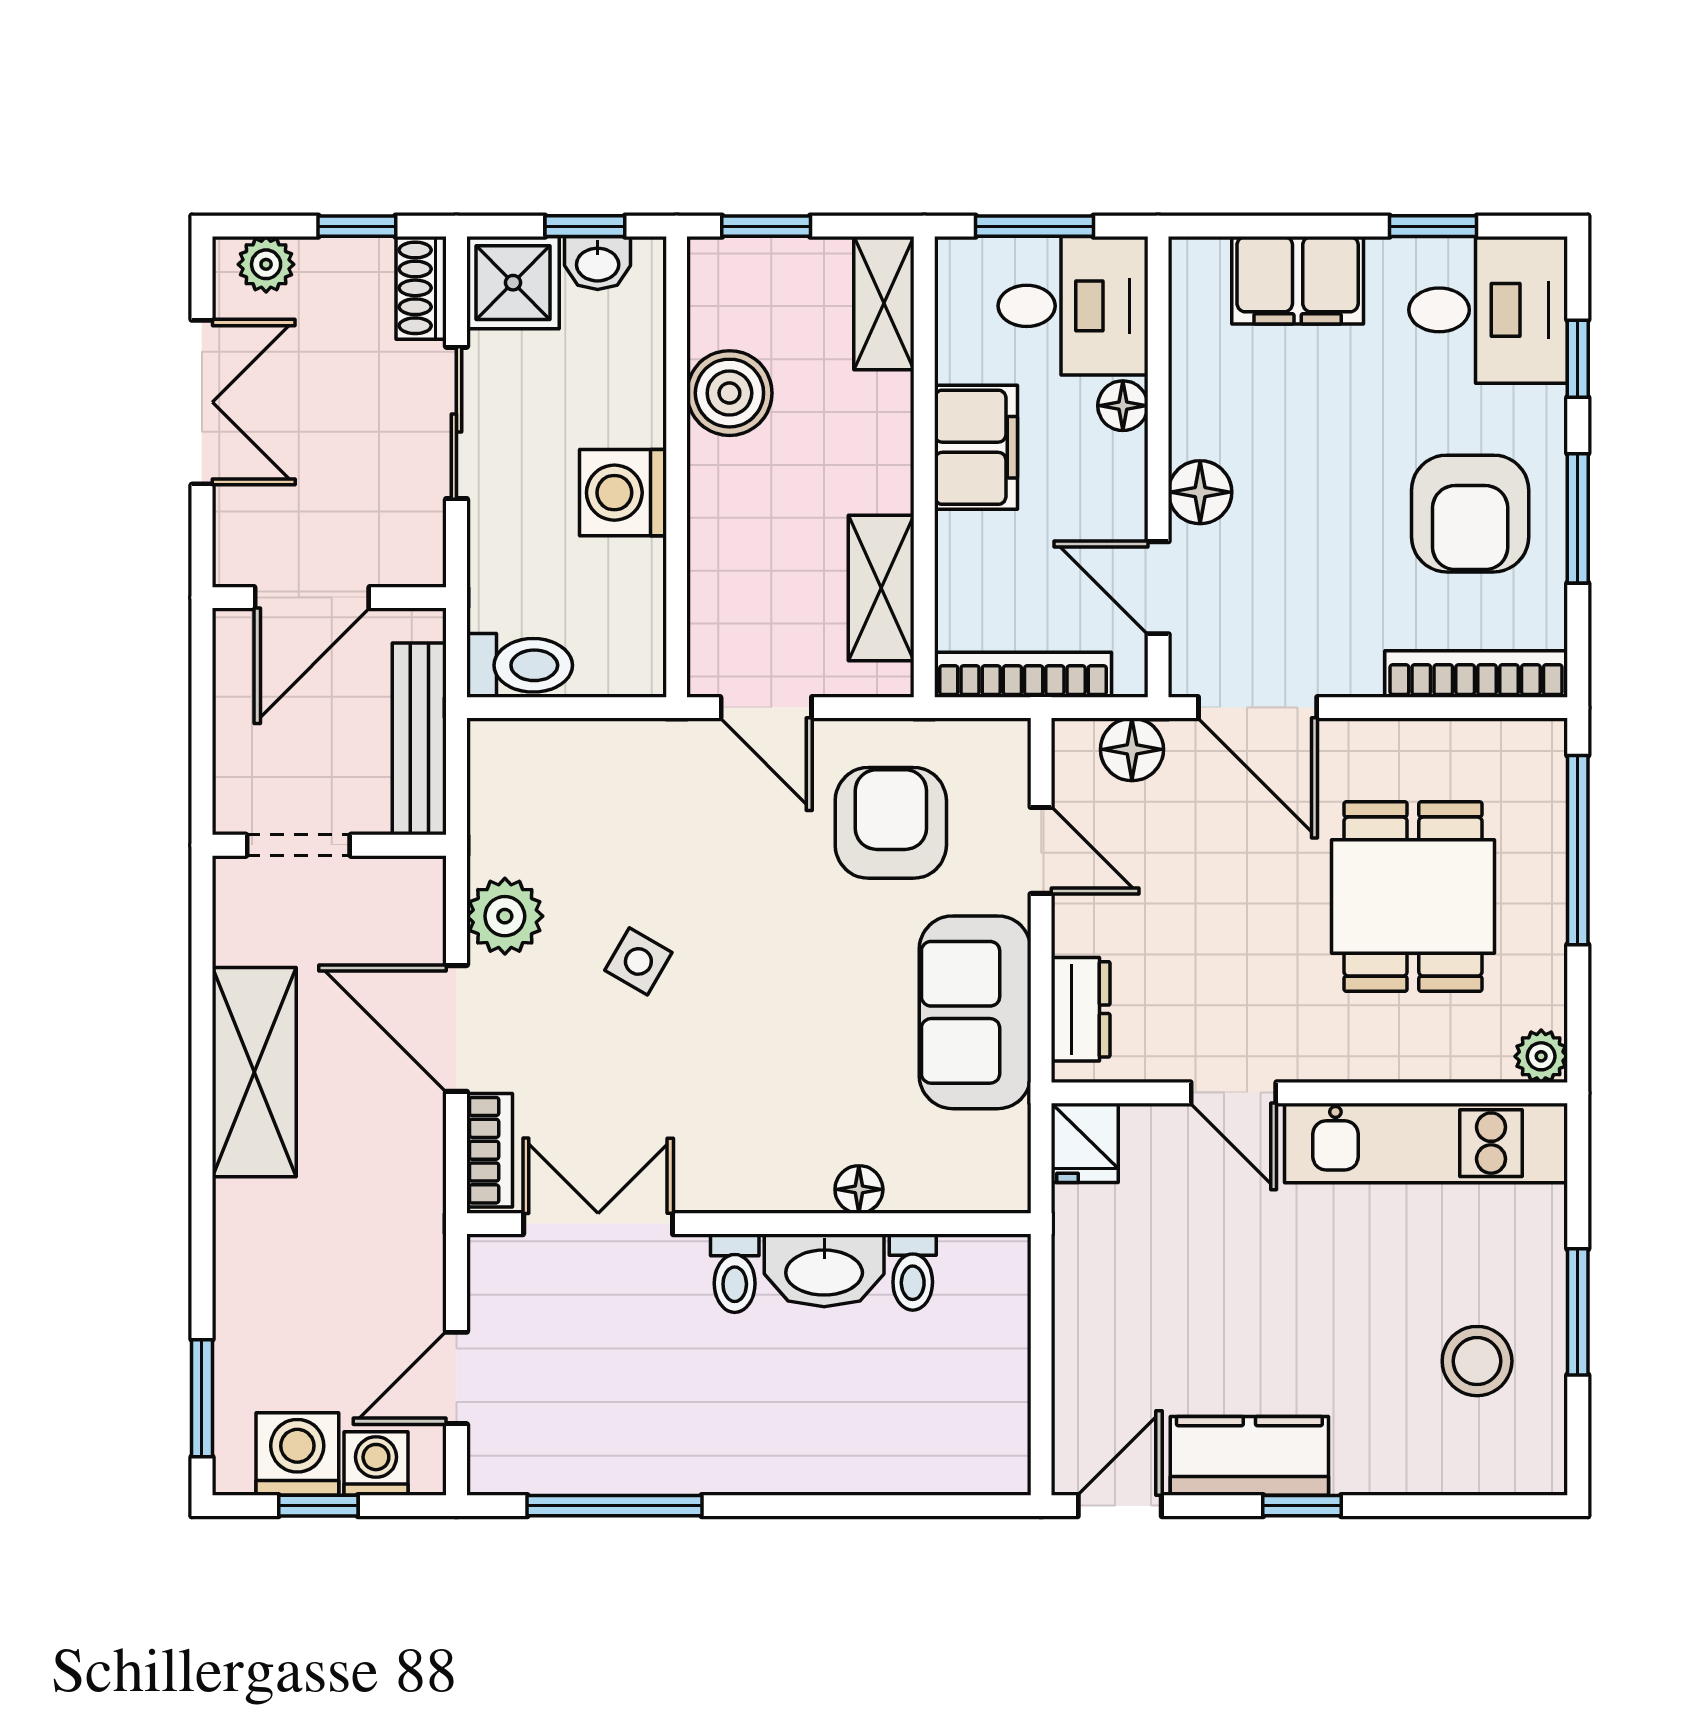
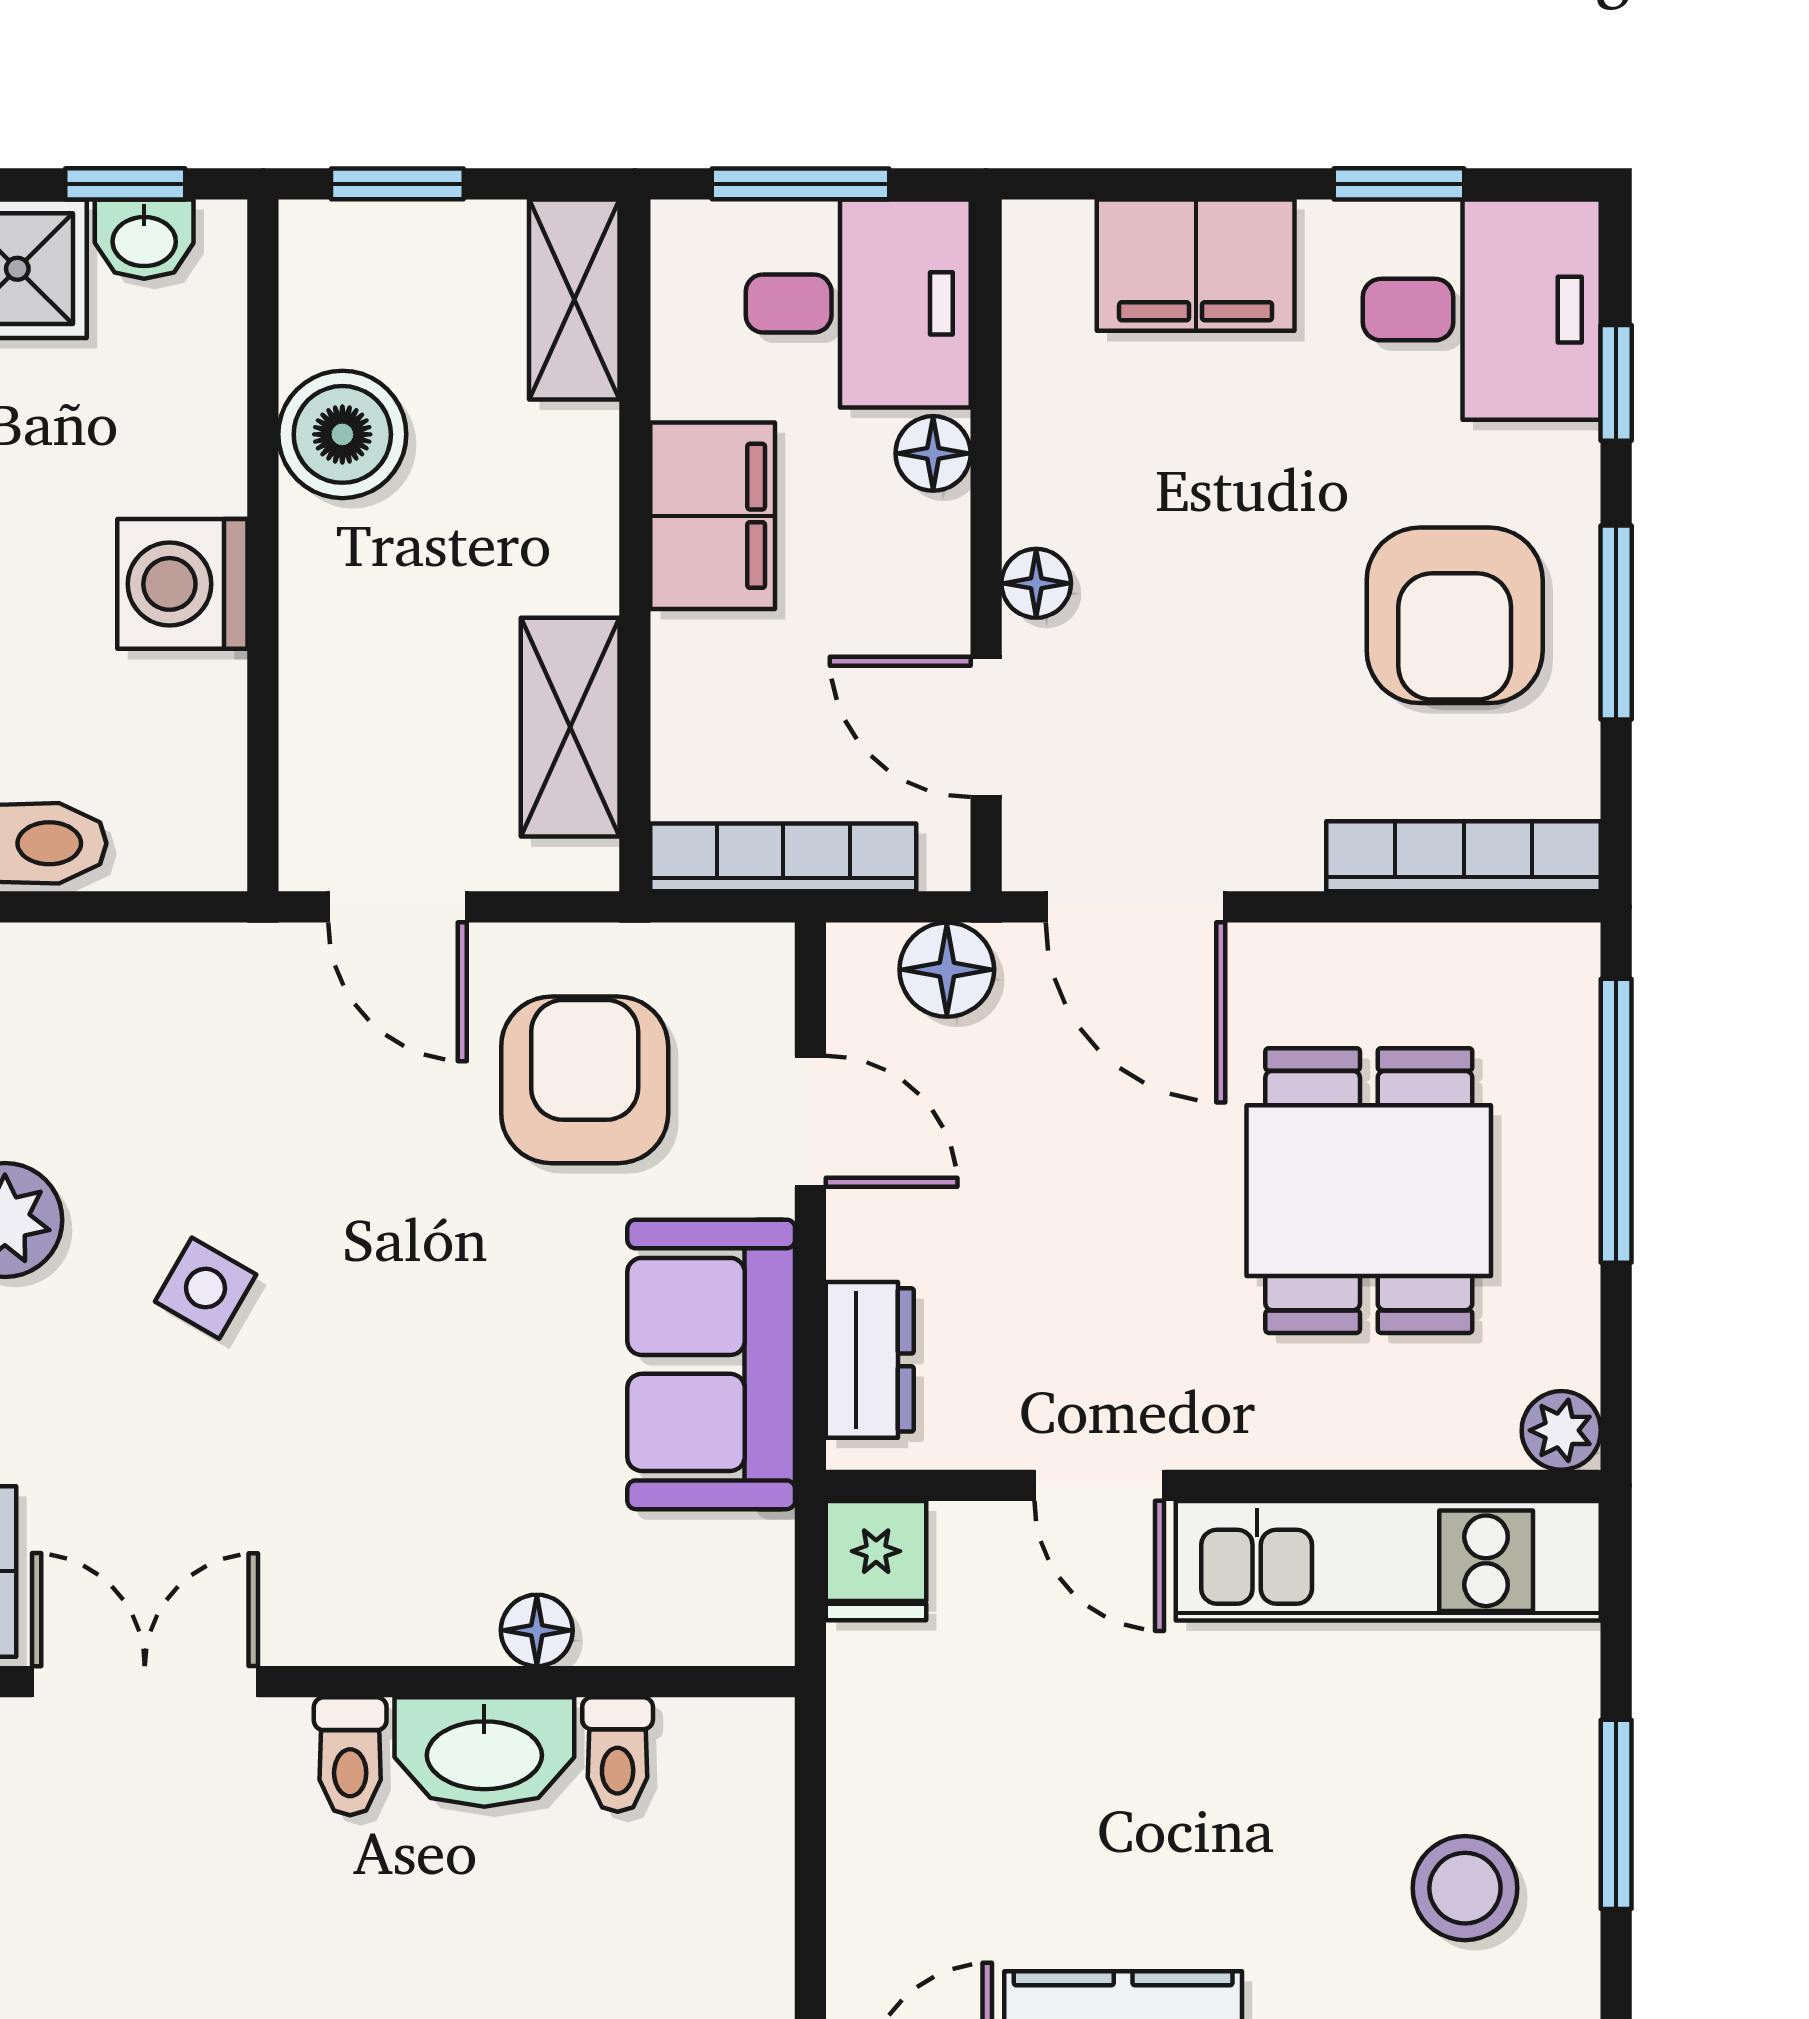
floor lamp: (1200, 492) -> (1036, 583), width x0.73, depth x0.73

